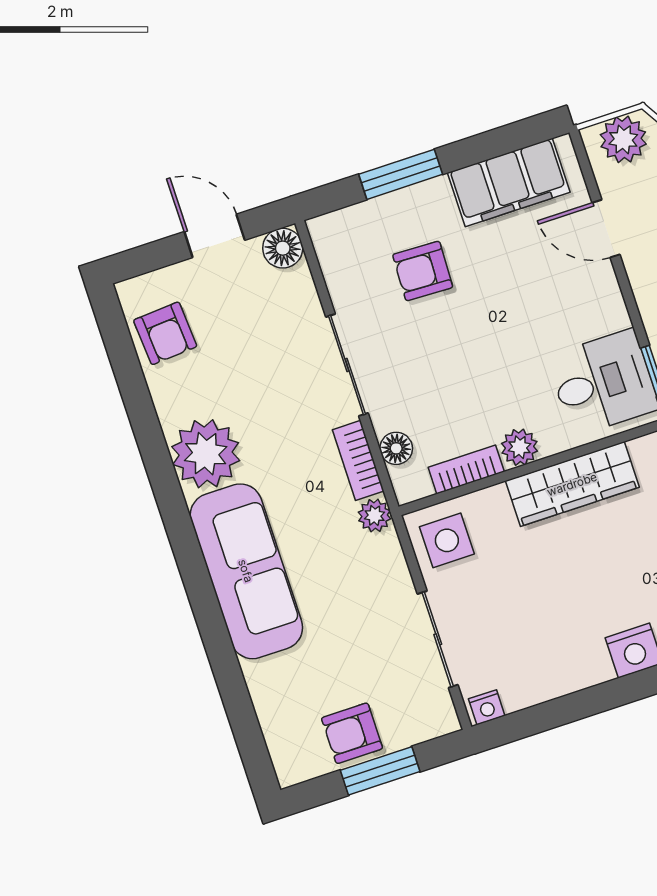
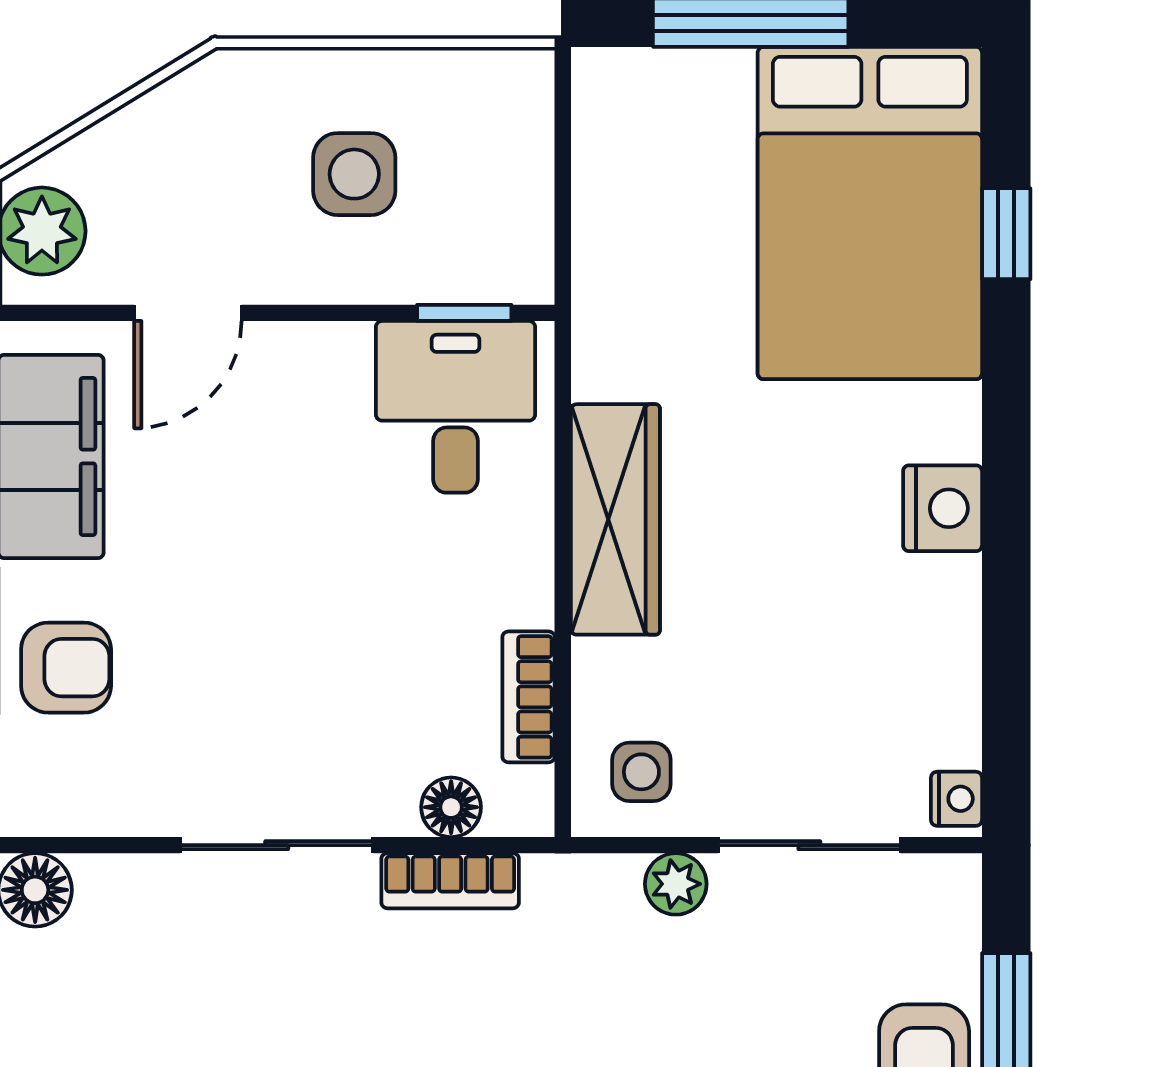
armchair: (423, 271) -> (66, 668), moved, turned -92
plant: (519, 447) -> (520, 591), removed
plant: (375, 516) -> (676, 884), moved
side table: (447, 540) -> (641, 772), width x0.73, depth x0.73

